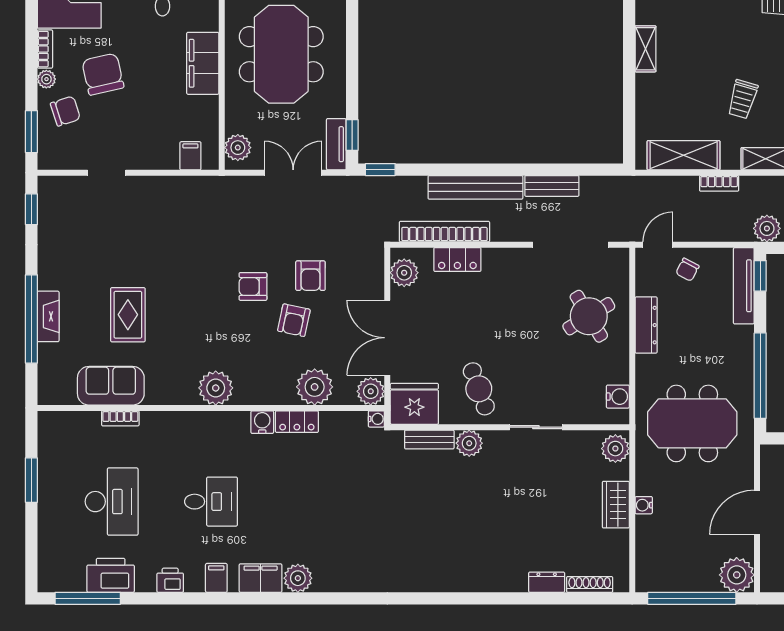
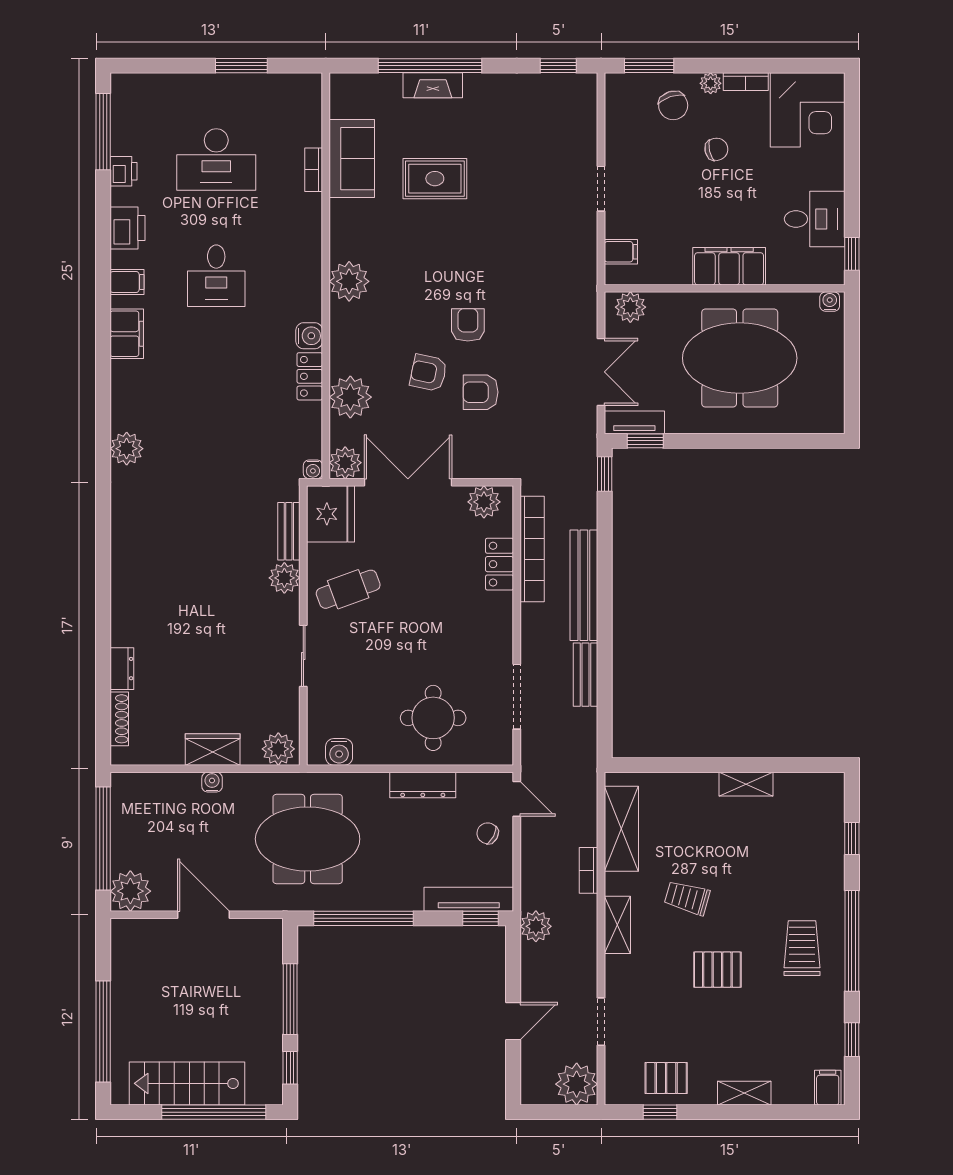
chair: (103, 74) -> (716, 149), width x0.54, depth x0.54
doorway: (107, 173) -> (601, 189), moved
doorway: (571, 245) -> (517, 697), width x0.73
round table: (589, 316) -> (433, 718), turned 31
meeting table: (692, 423) -> (308, 839), turned 90
printer: (111, 575) -> (123, 171), width x0.53, depth x0.68
plant: (298, 578) -> (127, 449), moved
printer: (170, 580) -> (128, 228), width x1.36, depth x1.24

